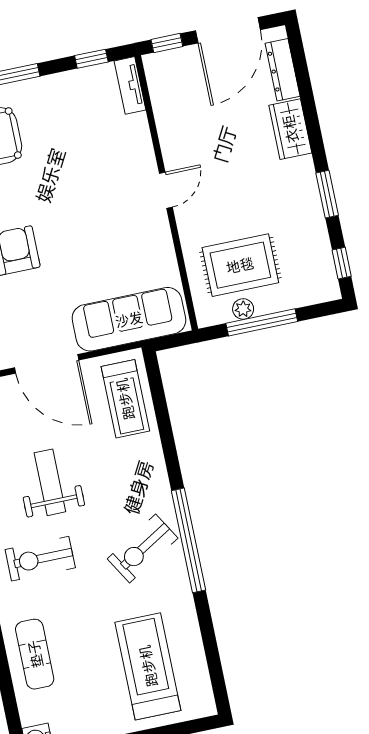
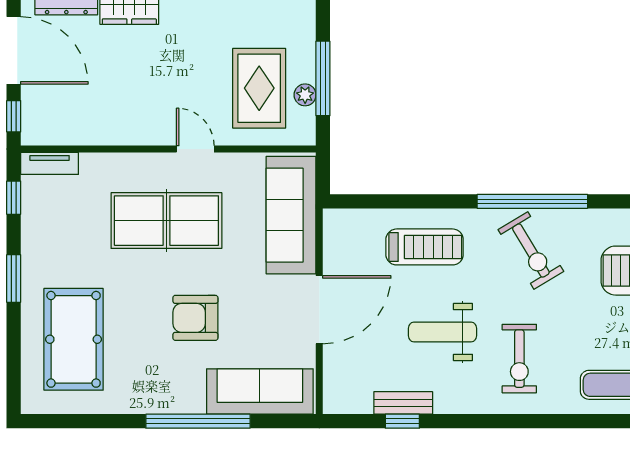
door: (166, 190) -> (195, 149), moved
table tennis table: (100, 205) -> (166, 221), added
treadmill: (125, 399) -> (425, 247), moved

